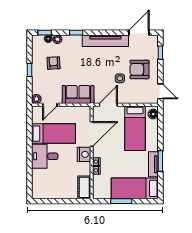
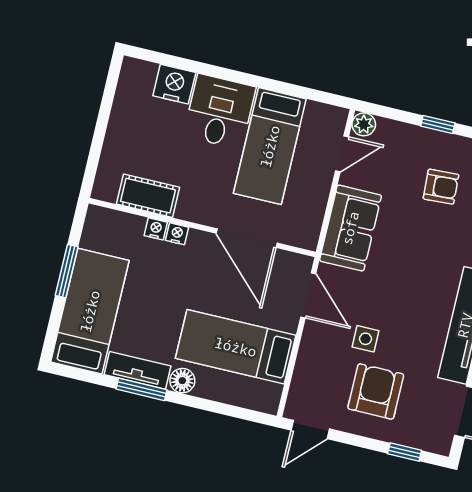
door: (50, 105) -> (342, 154), swing flipped
floor lamp: (153, 114) -> (182, 381), moved
nightstand: (84, 154) -> (174, 84), moved, turned 180
cot: (84, 187) -> (148, 196), moved

